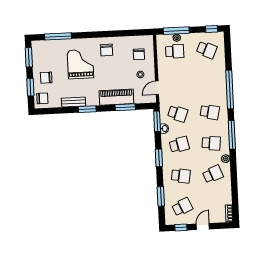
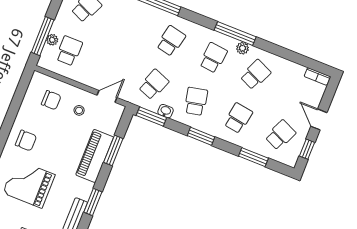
door: (157, 88) -> (107, 96), swing flipped
window: (232, 135) -> (235, 34), moved
school desk: (213, 174) -> (255, 75), turned 45
school desk: (182, 207) -> (280, 135), turned 48

